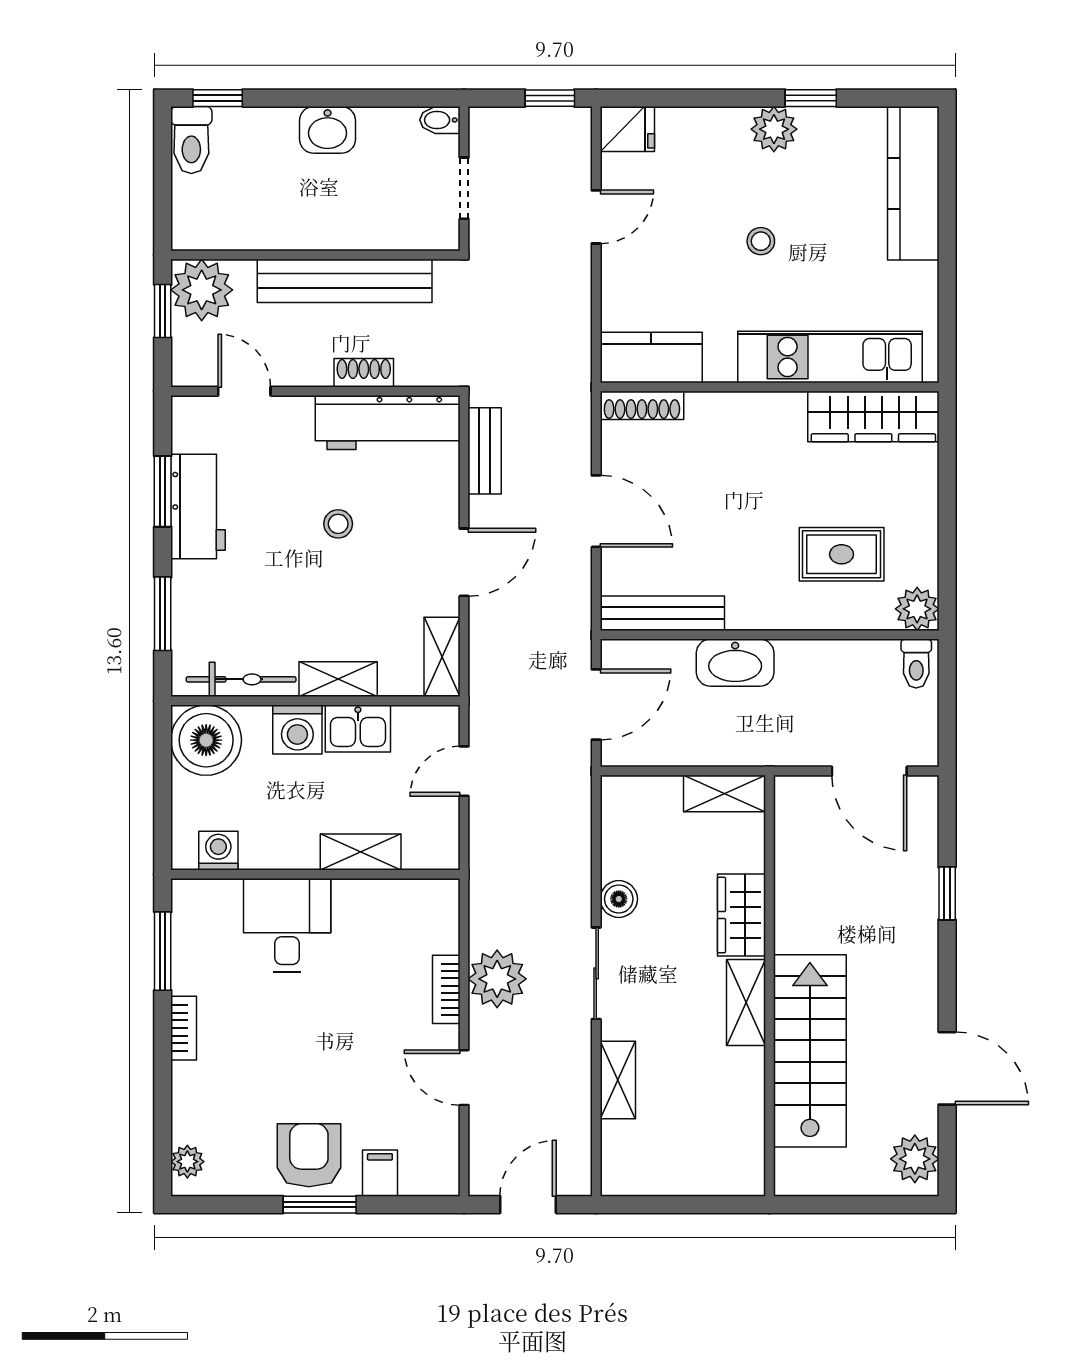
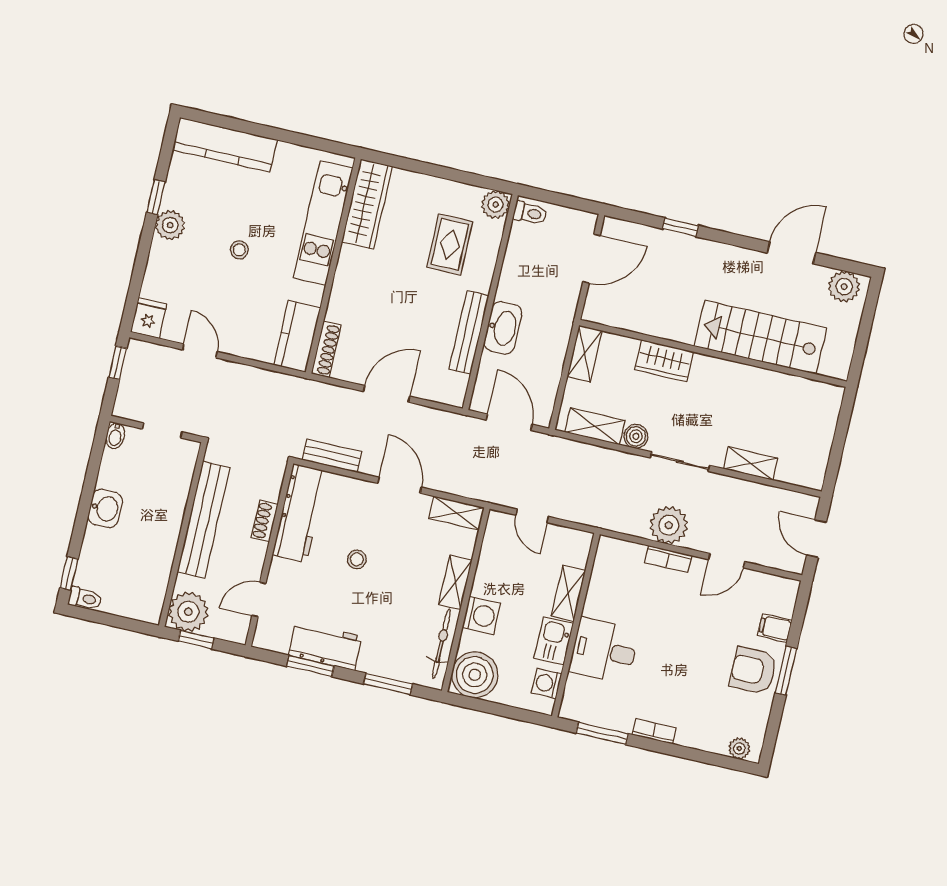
toilet: (191, 140) -> (85, 598), width x0.73, depth x0.72
bench: (662, 613) -> (469, 332), moved
kitchen sink: (358, 729) -> (554, 641), moved, turned 180
shelving: (746, 1003) -> (595, 426), moved

